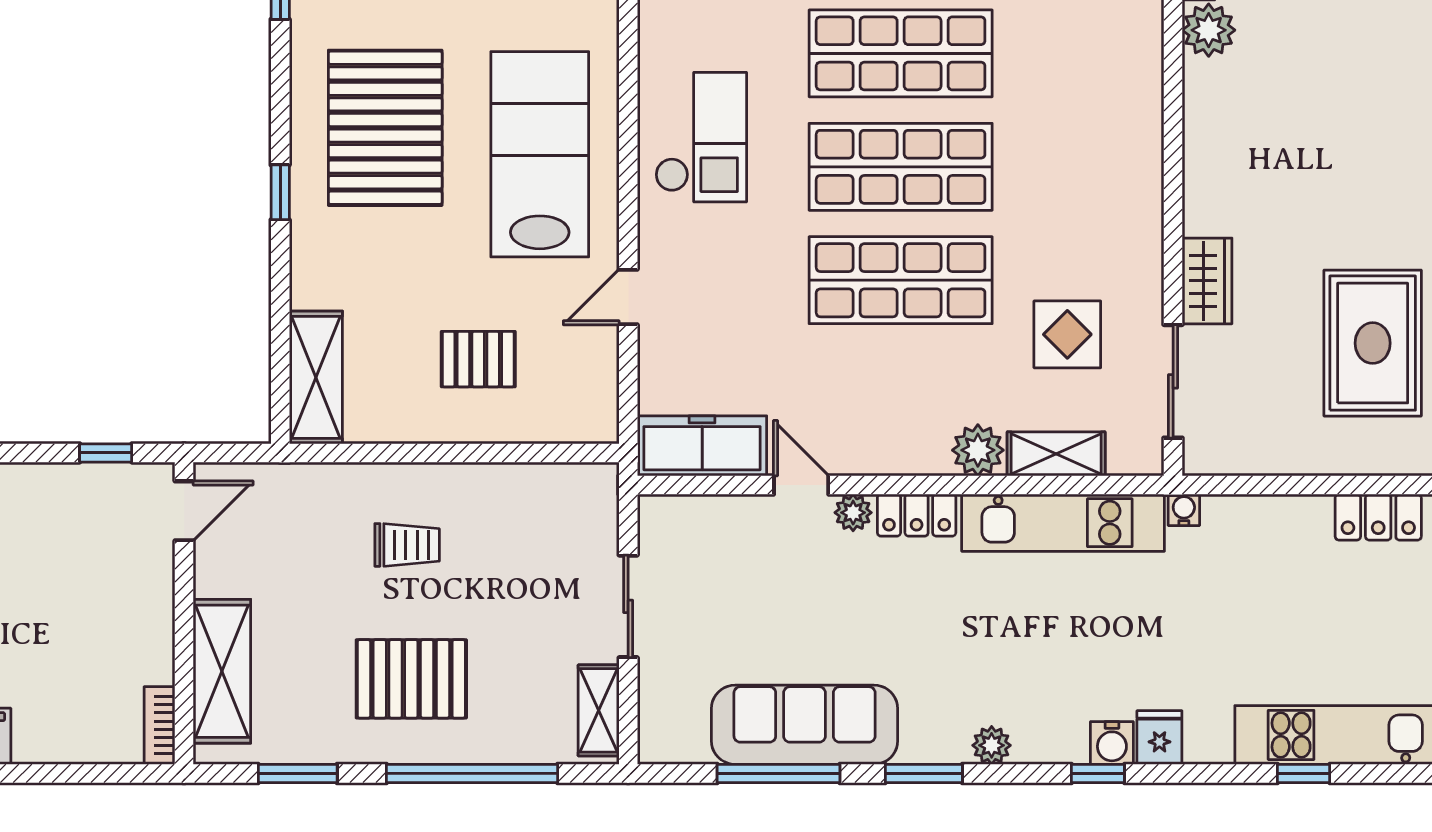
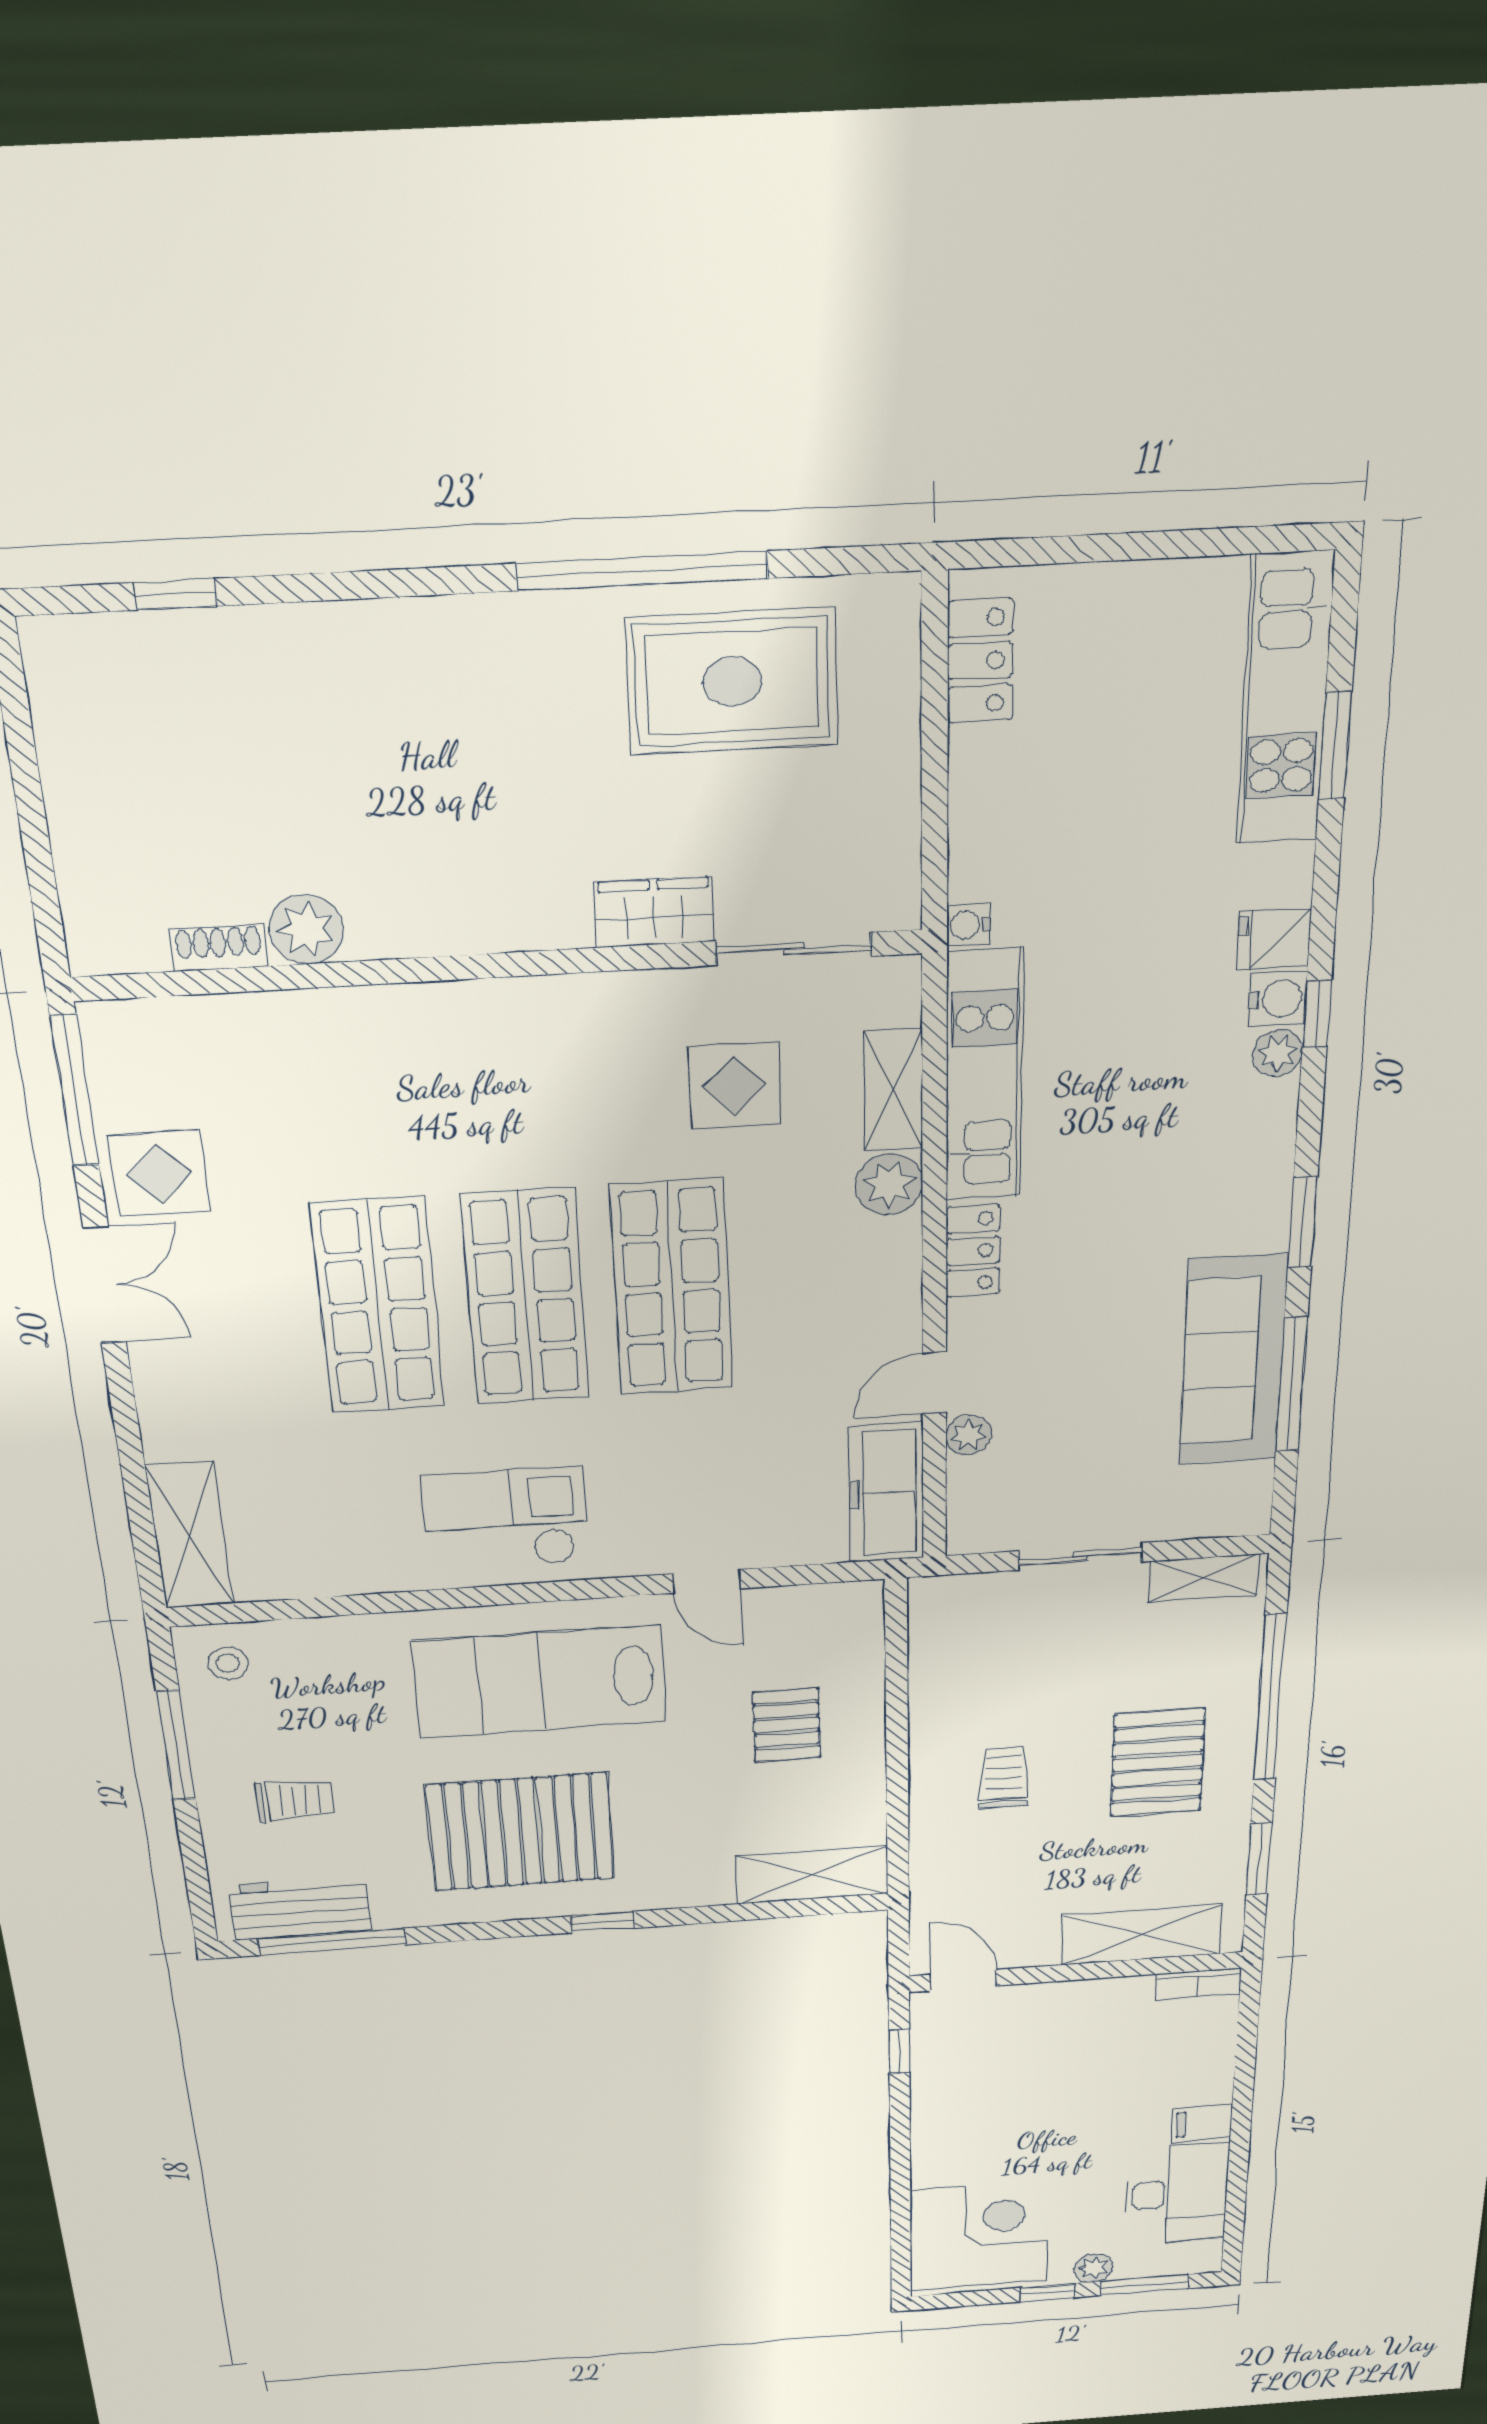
plant: (853, 513) -> (969, 1435), moved
plant: (992, 745) -> (1277, 1053), moved
window: (1304, 773) -> (1335, 746), width x1.50

